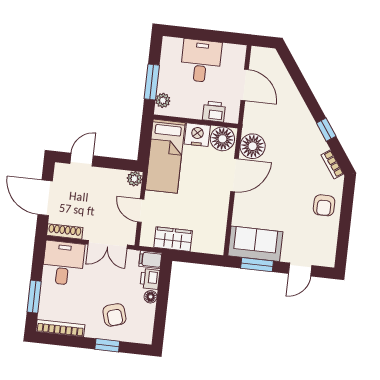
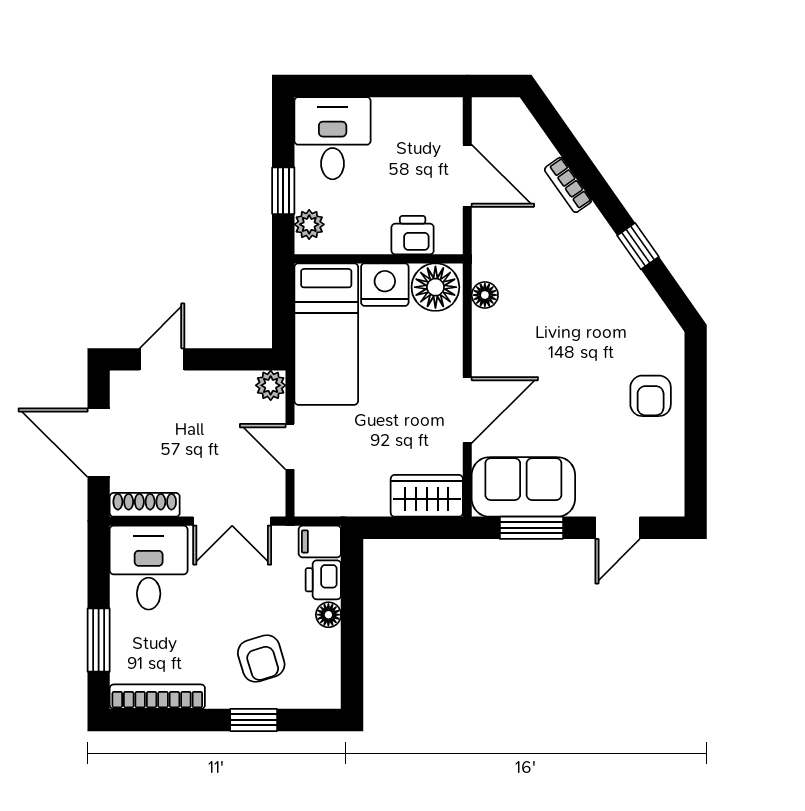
desk: (201, 61) -> (333, 138), moved
window: (152, 82) -> (283, 191), width x0.67
floor lamp: (253, 146) -> (485, 295), width x0.53, depth x0.53
bookcase: (332, 164) -> (568, 185), moved
door: (235, 175) -> (467, 410), moved
wardrobe: (173, 239) -> (427, 496), moved

